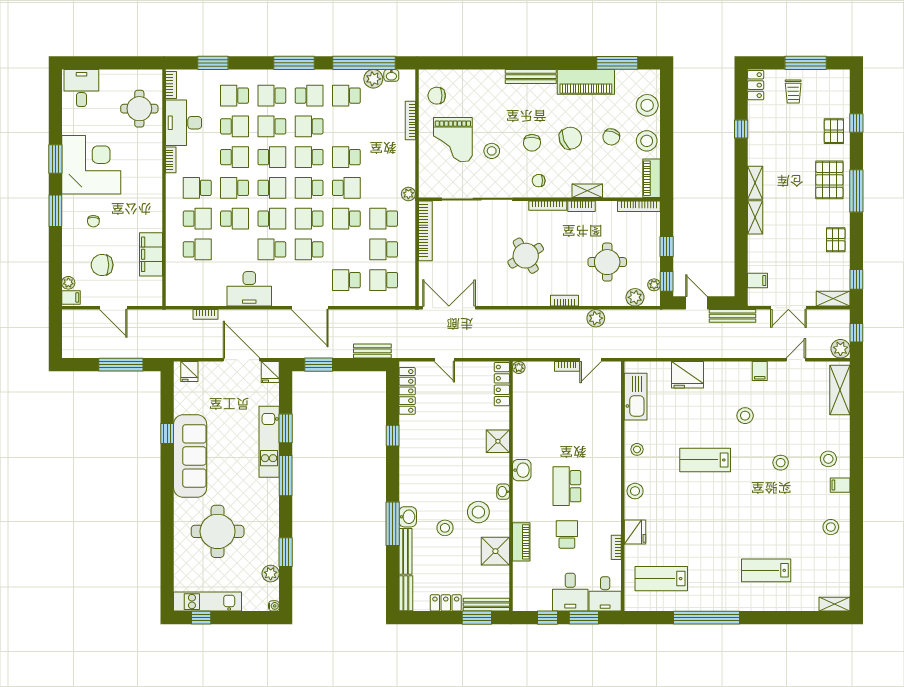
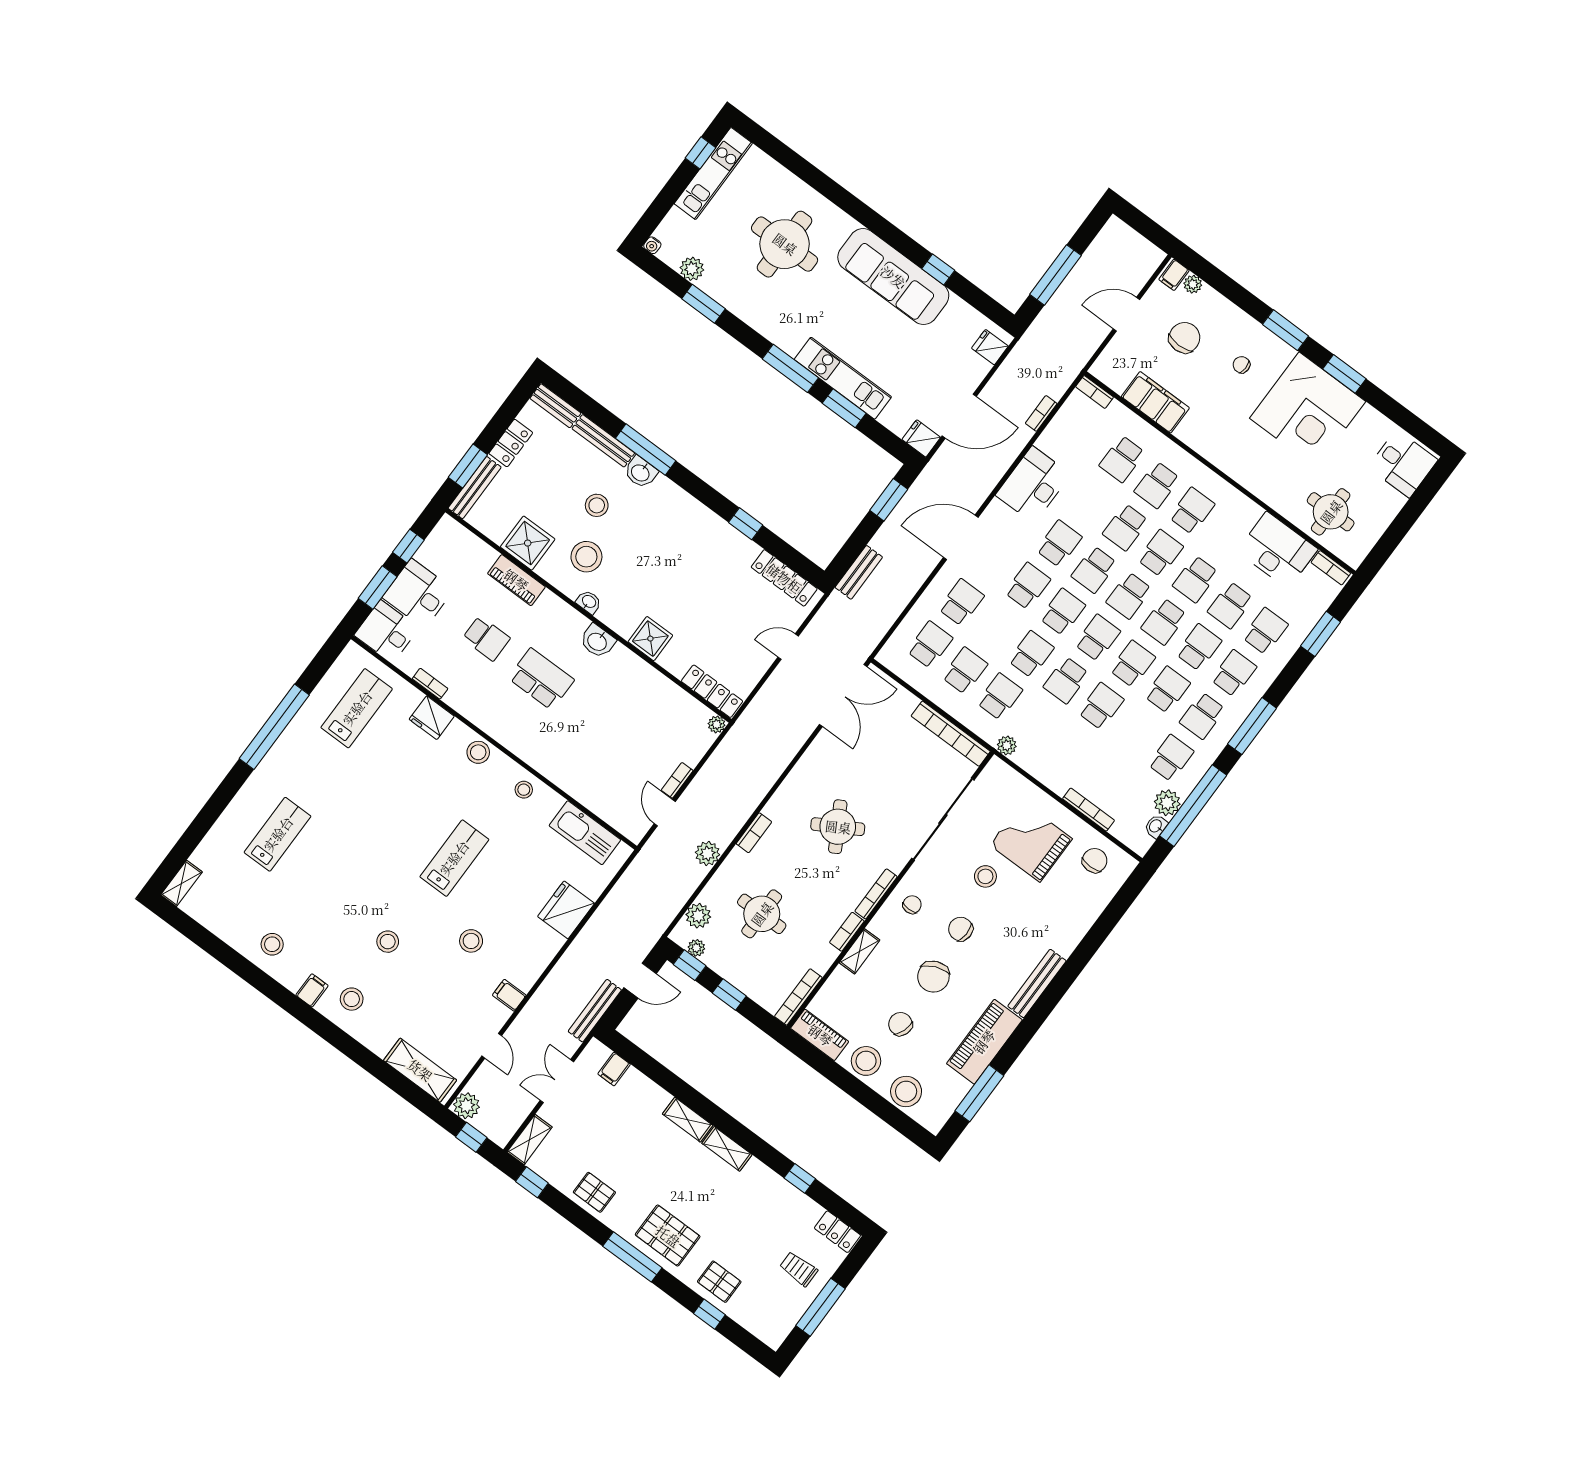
bookcase: (171, 160) -> (1095, 392), moved

